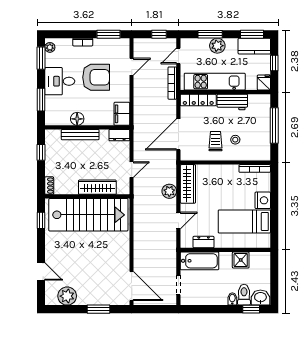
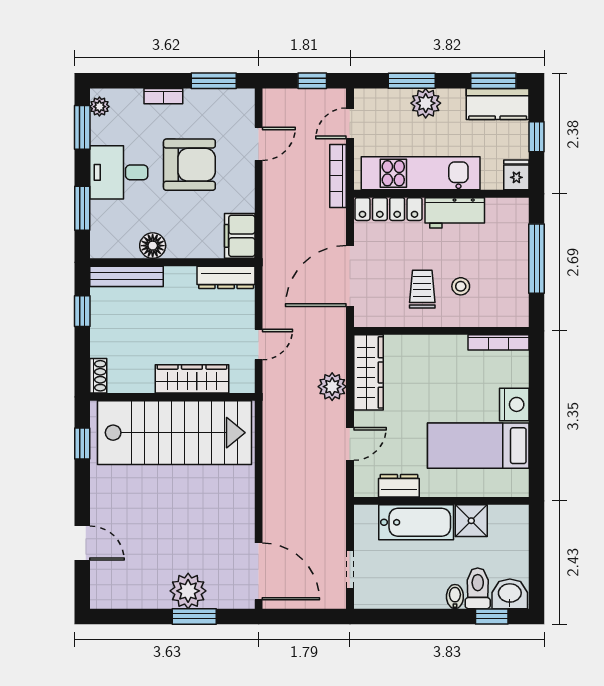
bench: (80, 135) -> (126, 276), moved
dresser: (119, 135) -> (226, 277), width x1.44
bathtub: (200, 261) -> (416, 522), moved
plant: (67, 296) -> (188, 591), moved

